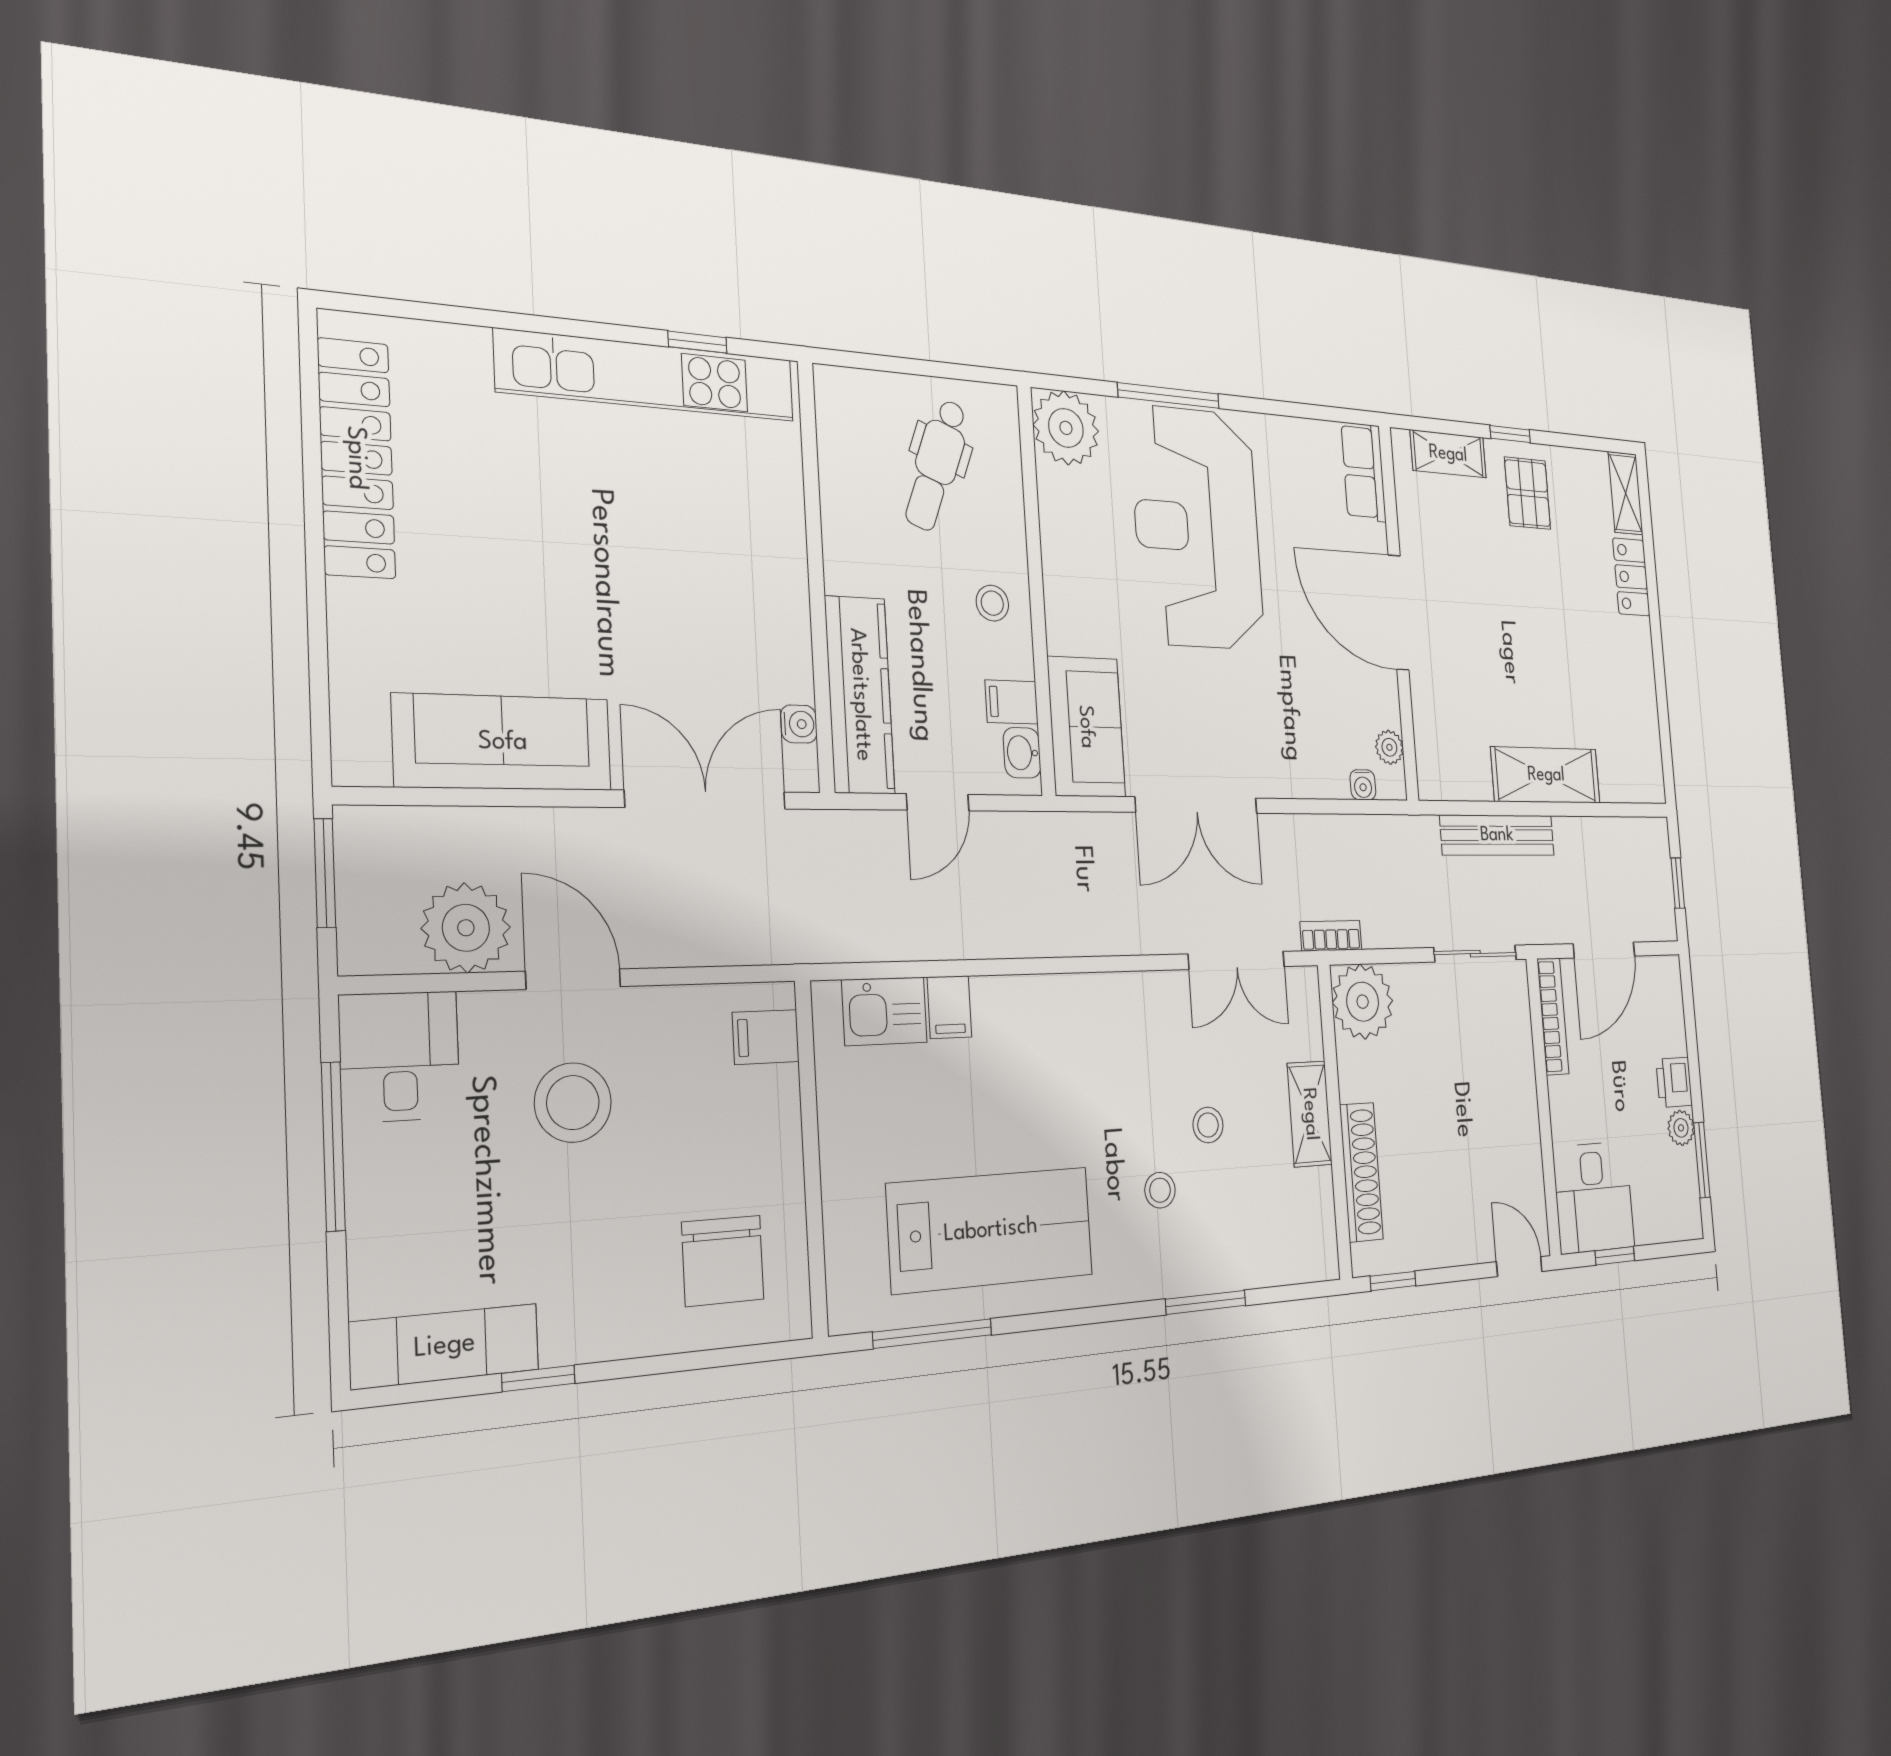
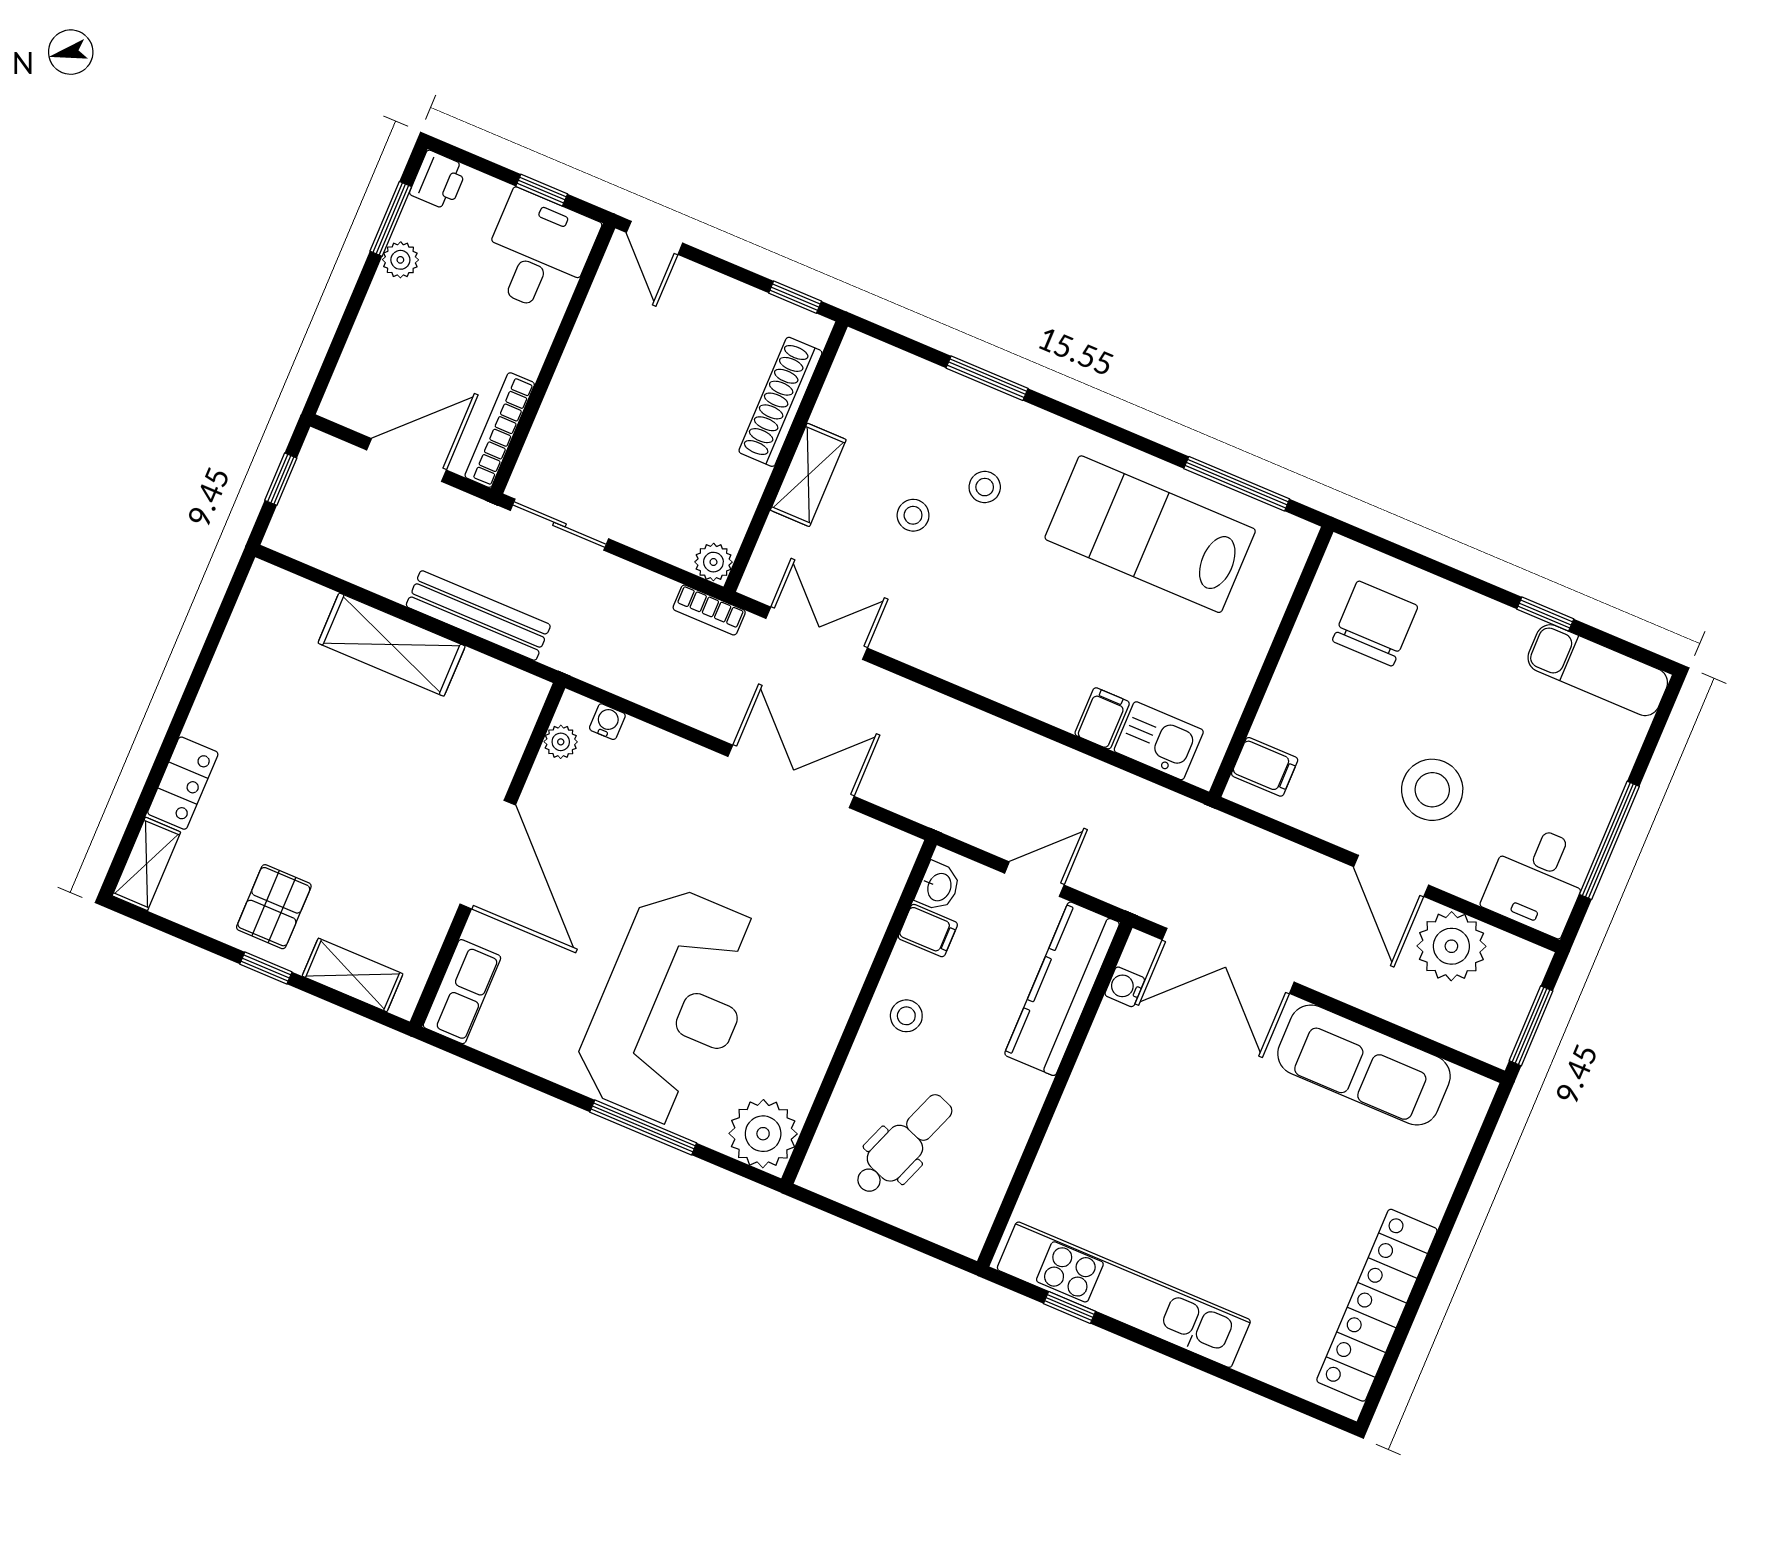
sofa: (1086, 727) -> (867, 883), removed
plant: (1363, 1002) -> (713, 562), width x0.53, depth x0.53
printer: (1674, 1082) -> (438, 180), moved

